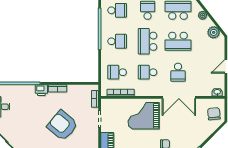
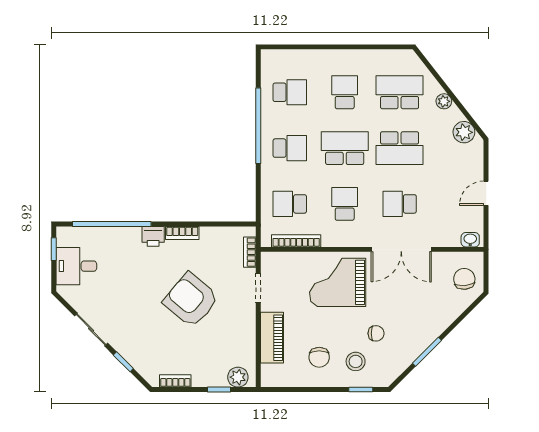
school desk: (148, 41) -> (345, 148), turned 90
school desk: (148, 72) -> (345, 204), turned 90
school desk: (178, 72) -> (400, 204), turned 90

